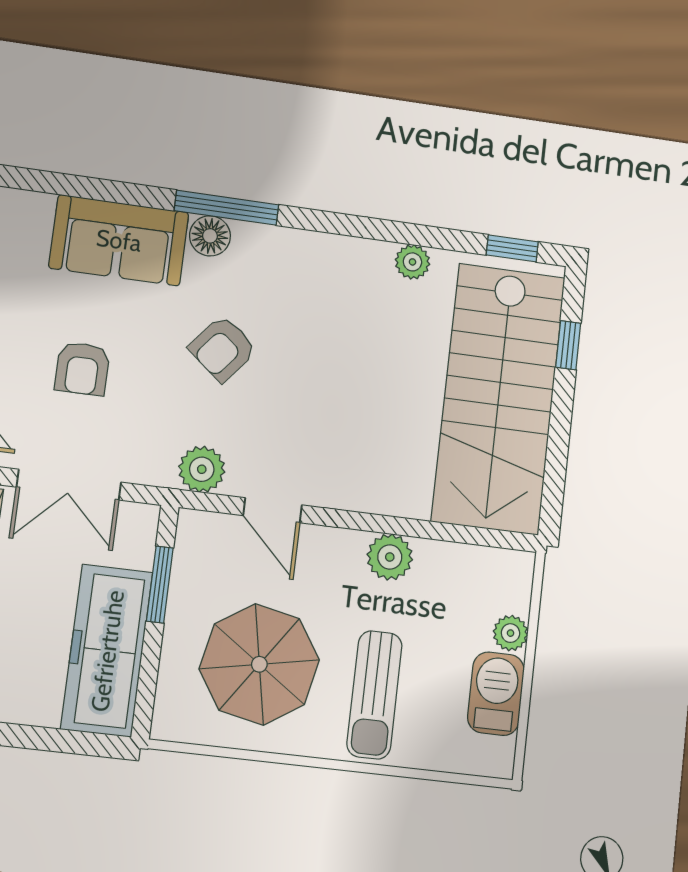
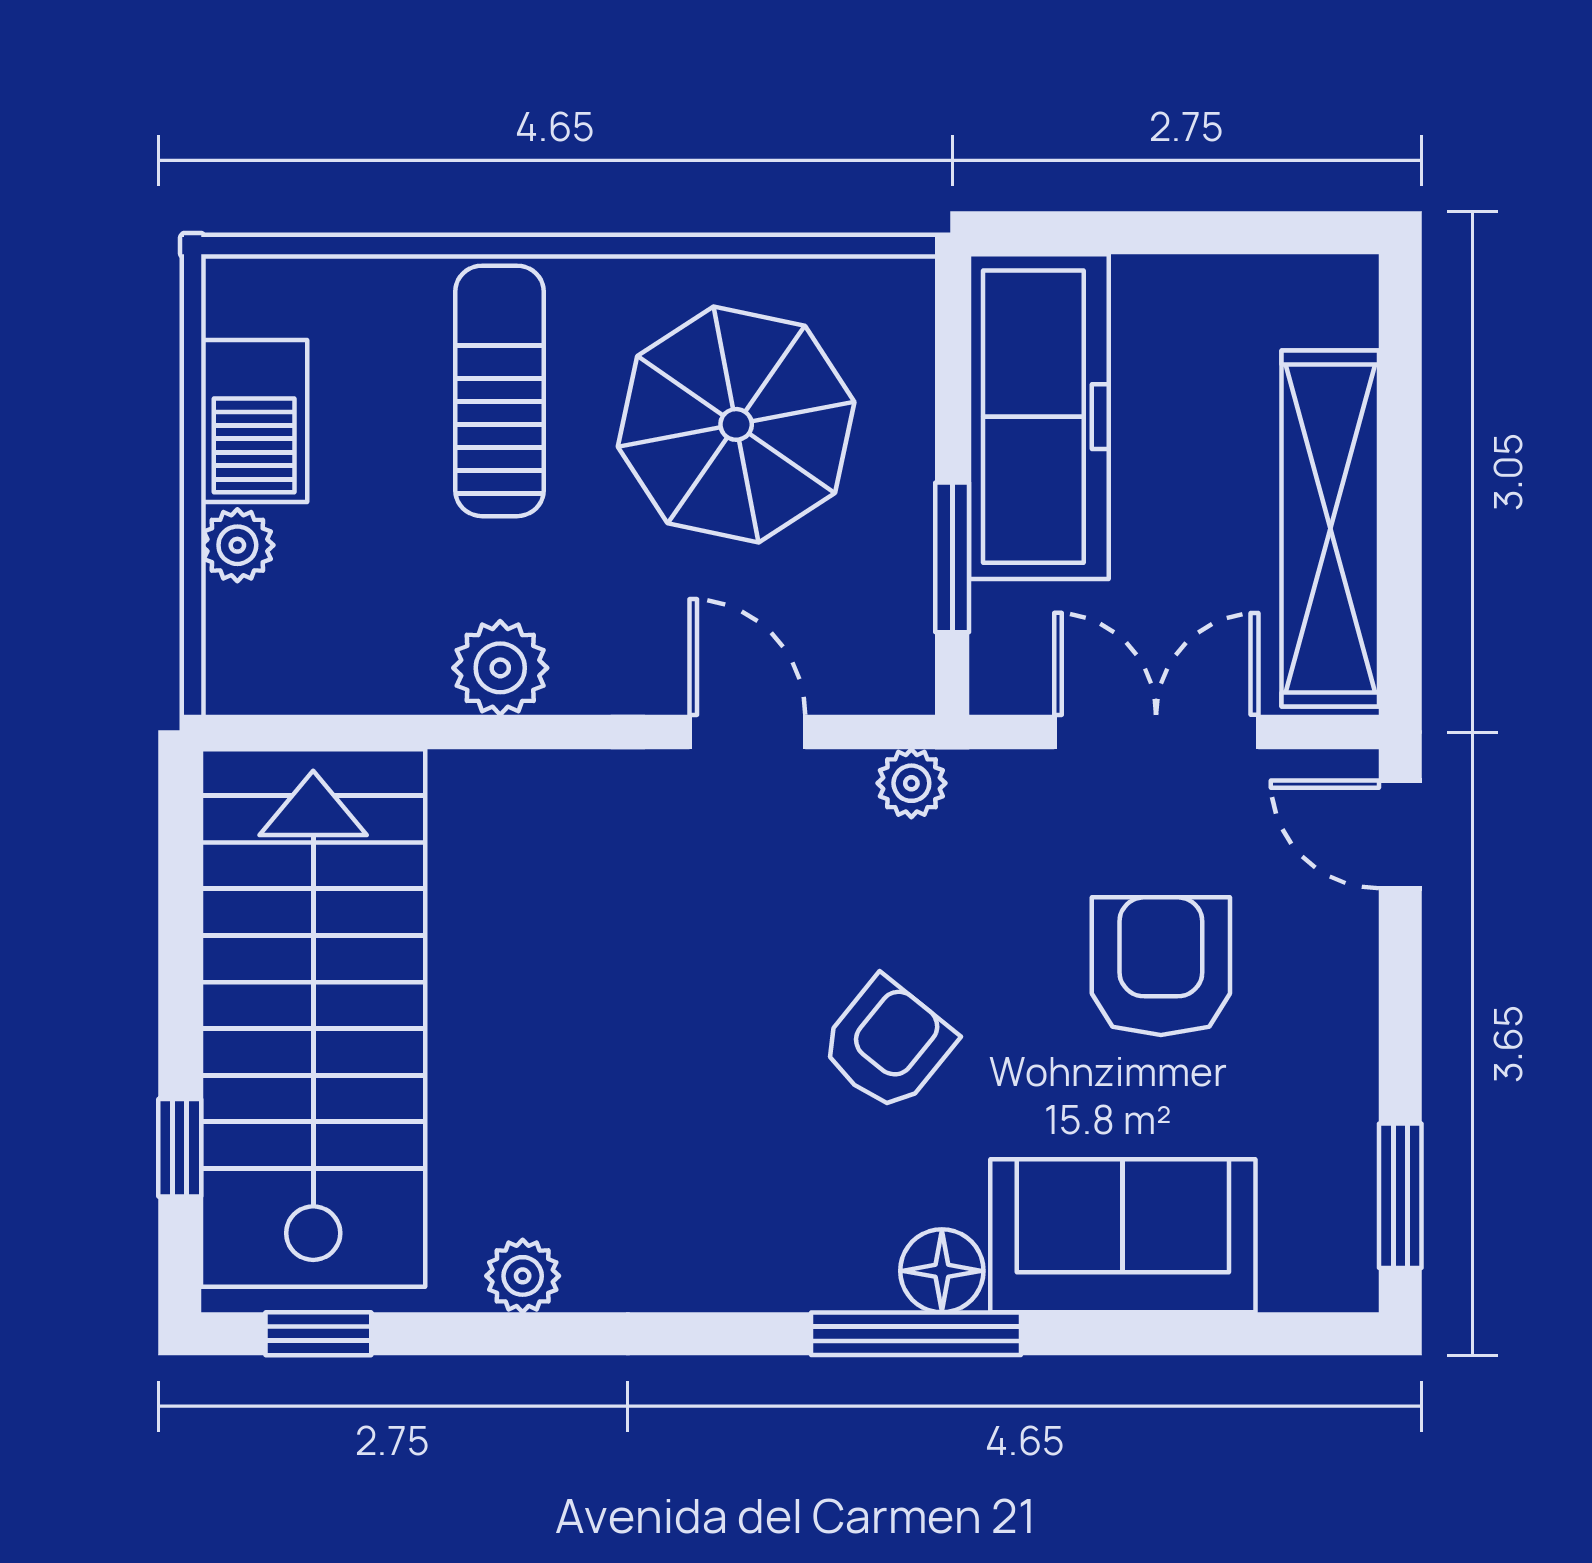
armchair: (82, 369) -> (1161, 966), width x1.38, depth x1.38
plant: (202, 469) -> (911, 783), width x0.73, depth x0.73

